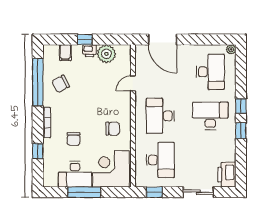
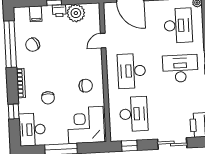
desk: (75, 174) -> (32, 129), moved, turned 90

